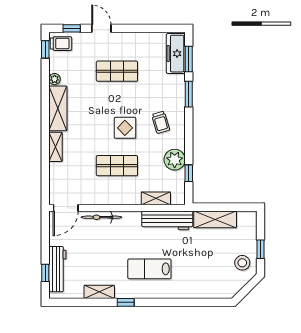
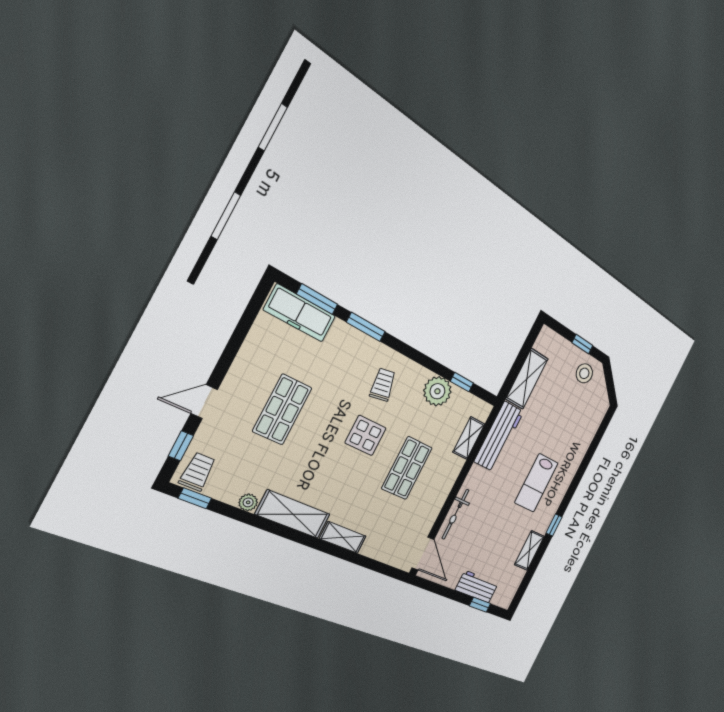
trolley: (161, 122) -> (383, 385), turned -84
workbench: (57, 269) -> (477, 587), width x0.73

